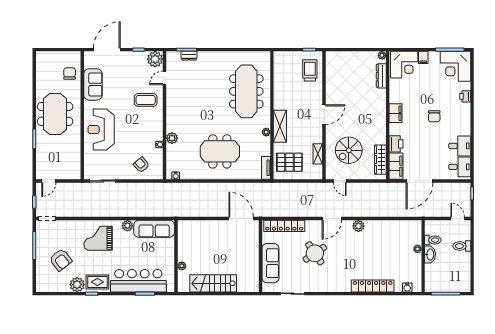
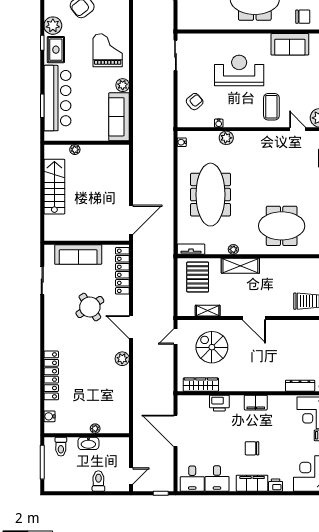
meeting table: (246, 91) -> (282, 226), width x0.73
reception desk: (101, 129) -> (239, 70), moved
meeting table: (220, 151) -> (210, 195), width x1.36
filing cabinet: (396, 166) -> (252, 483), moved, turned 180
toilet: (433, 240) -> (61, 447), moved

